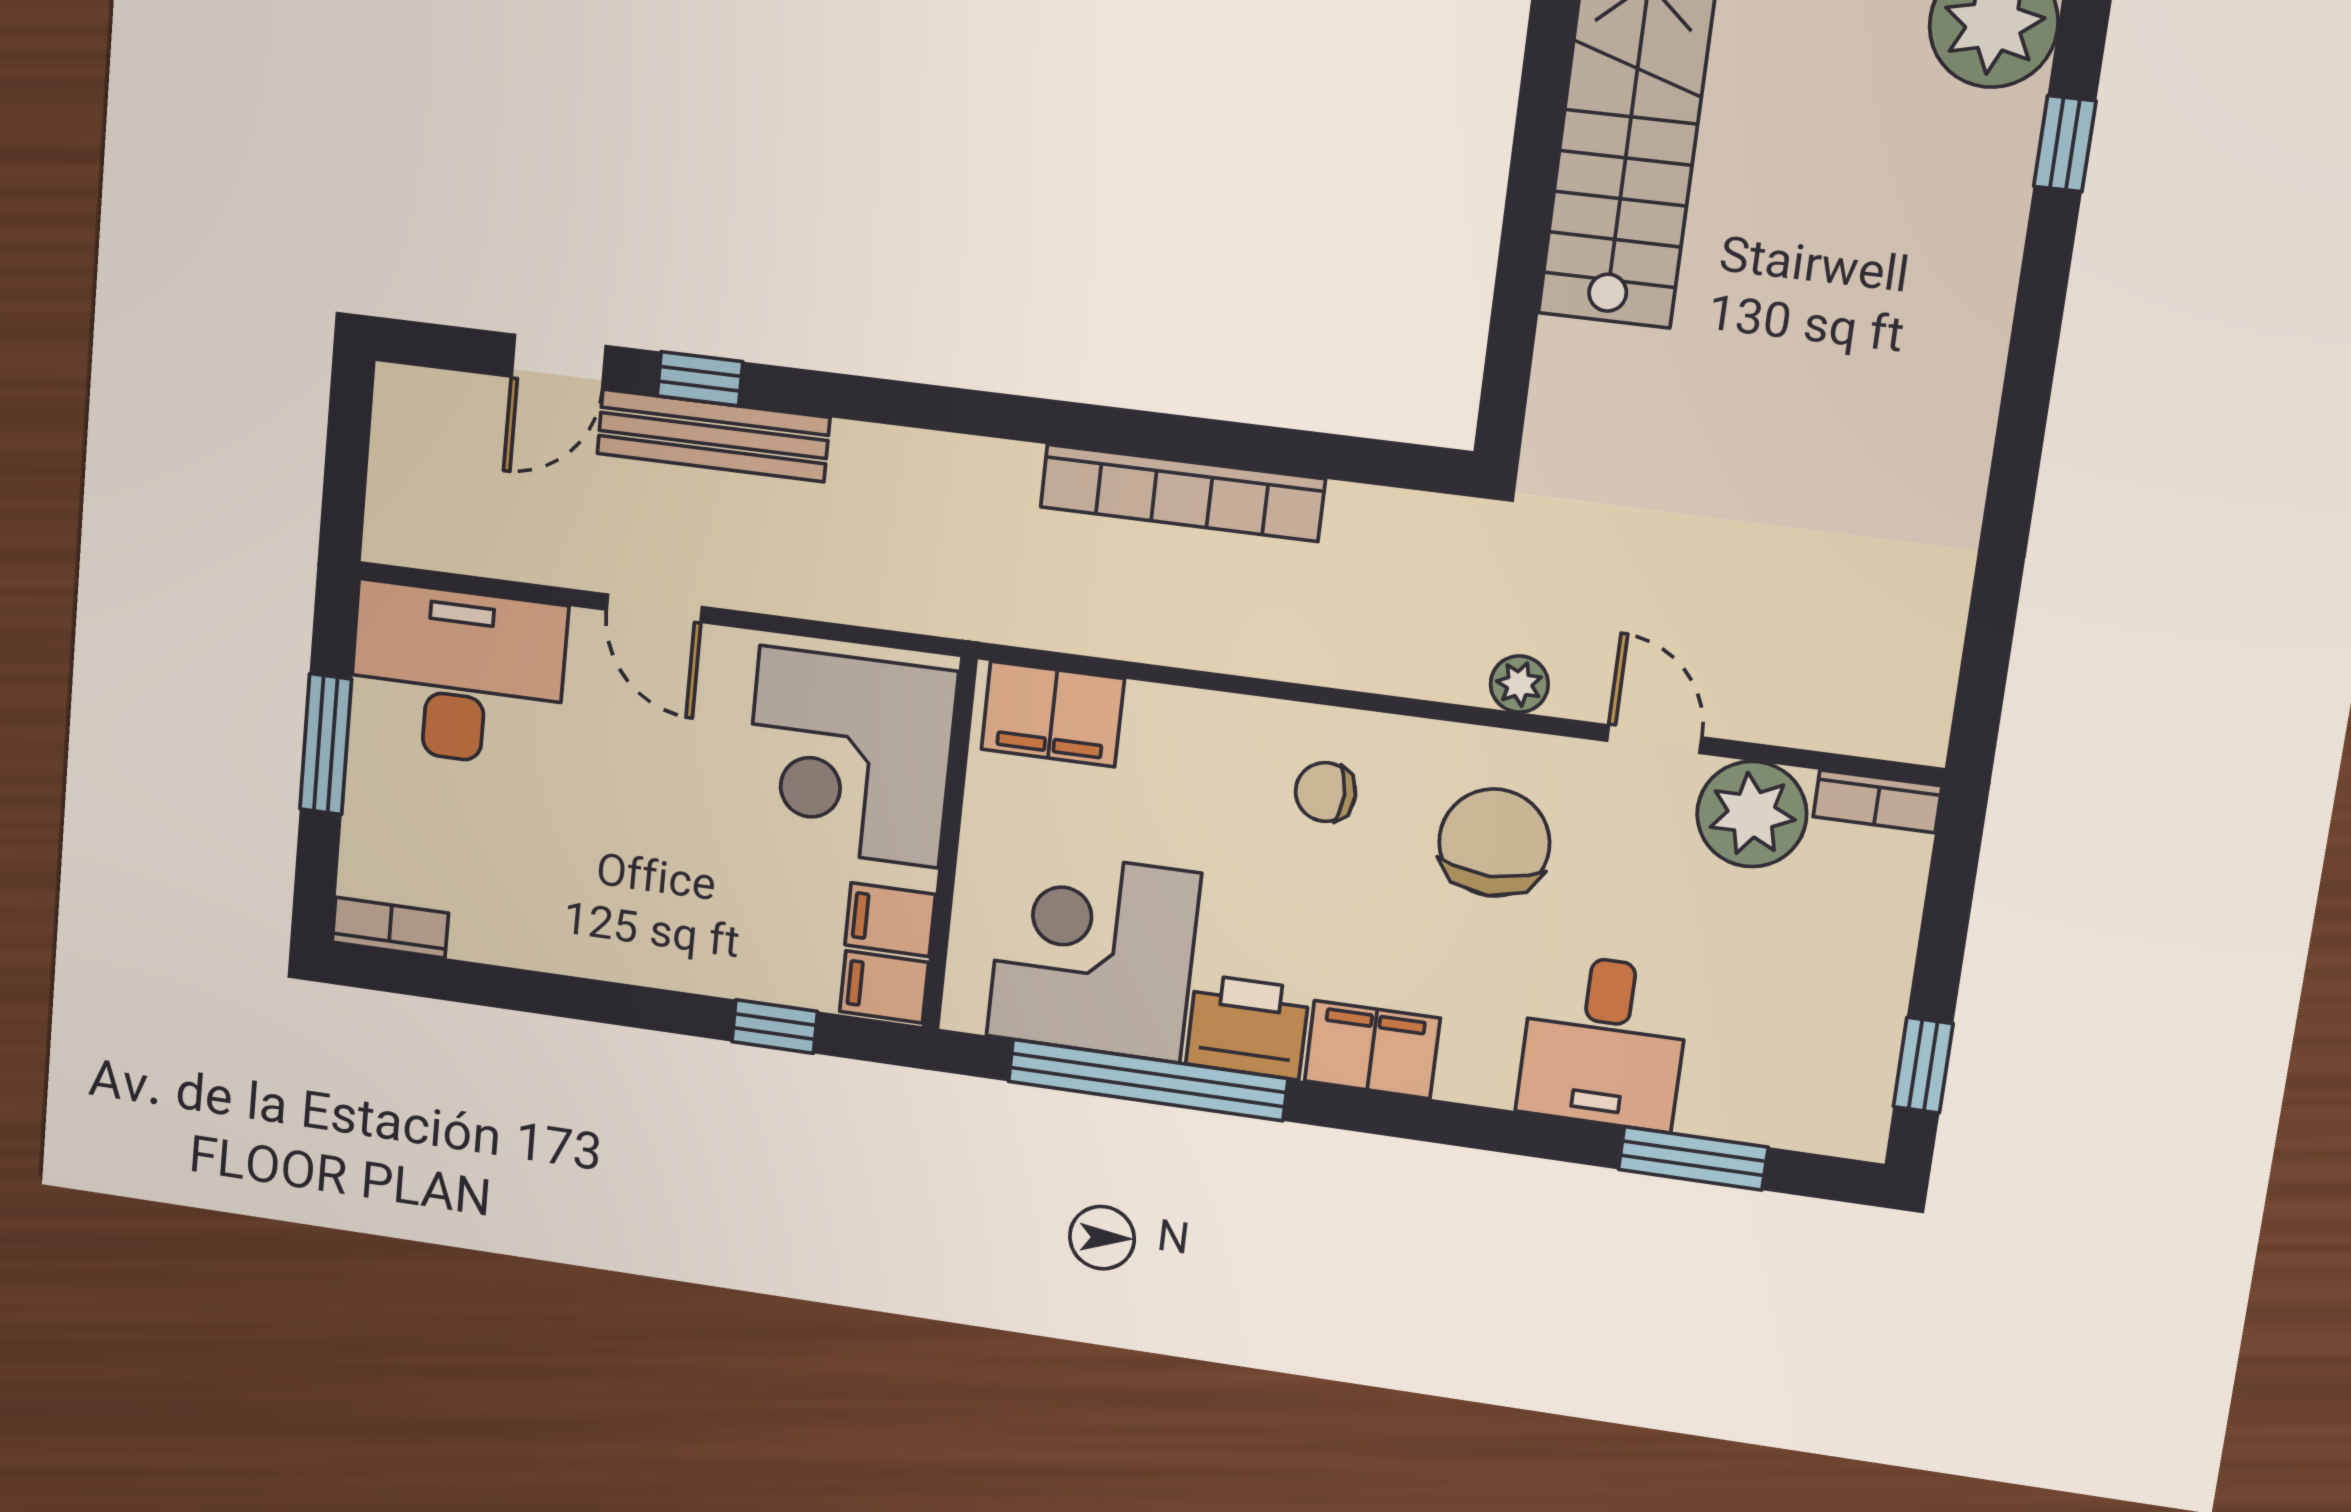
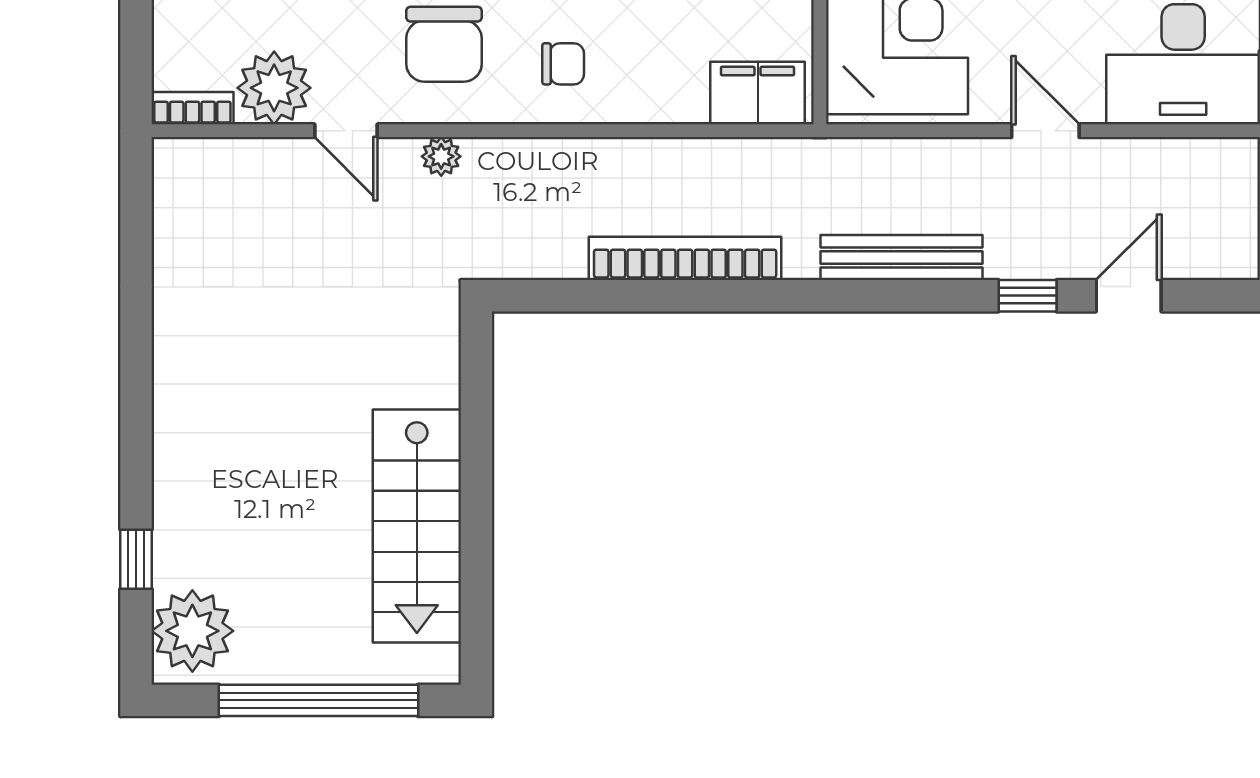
bench: (713, 435) -> (901, 257), moved

